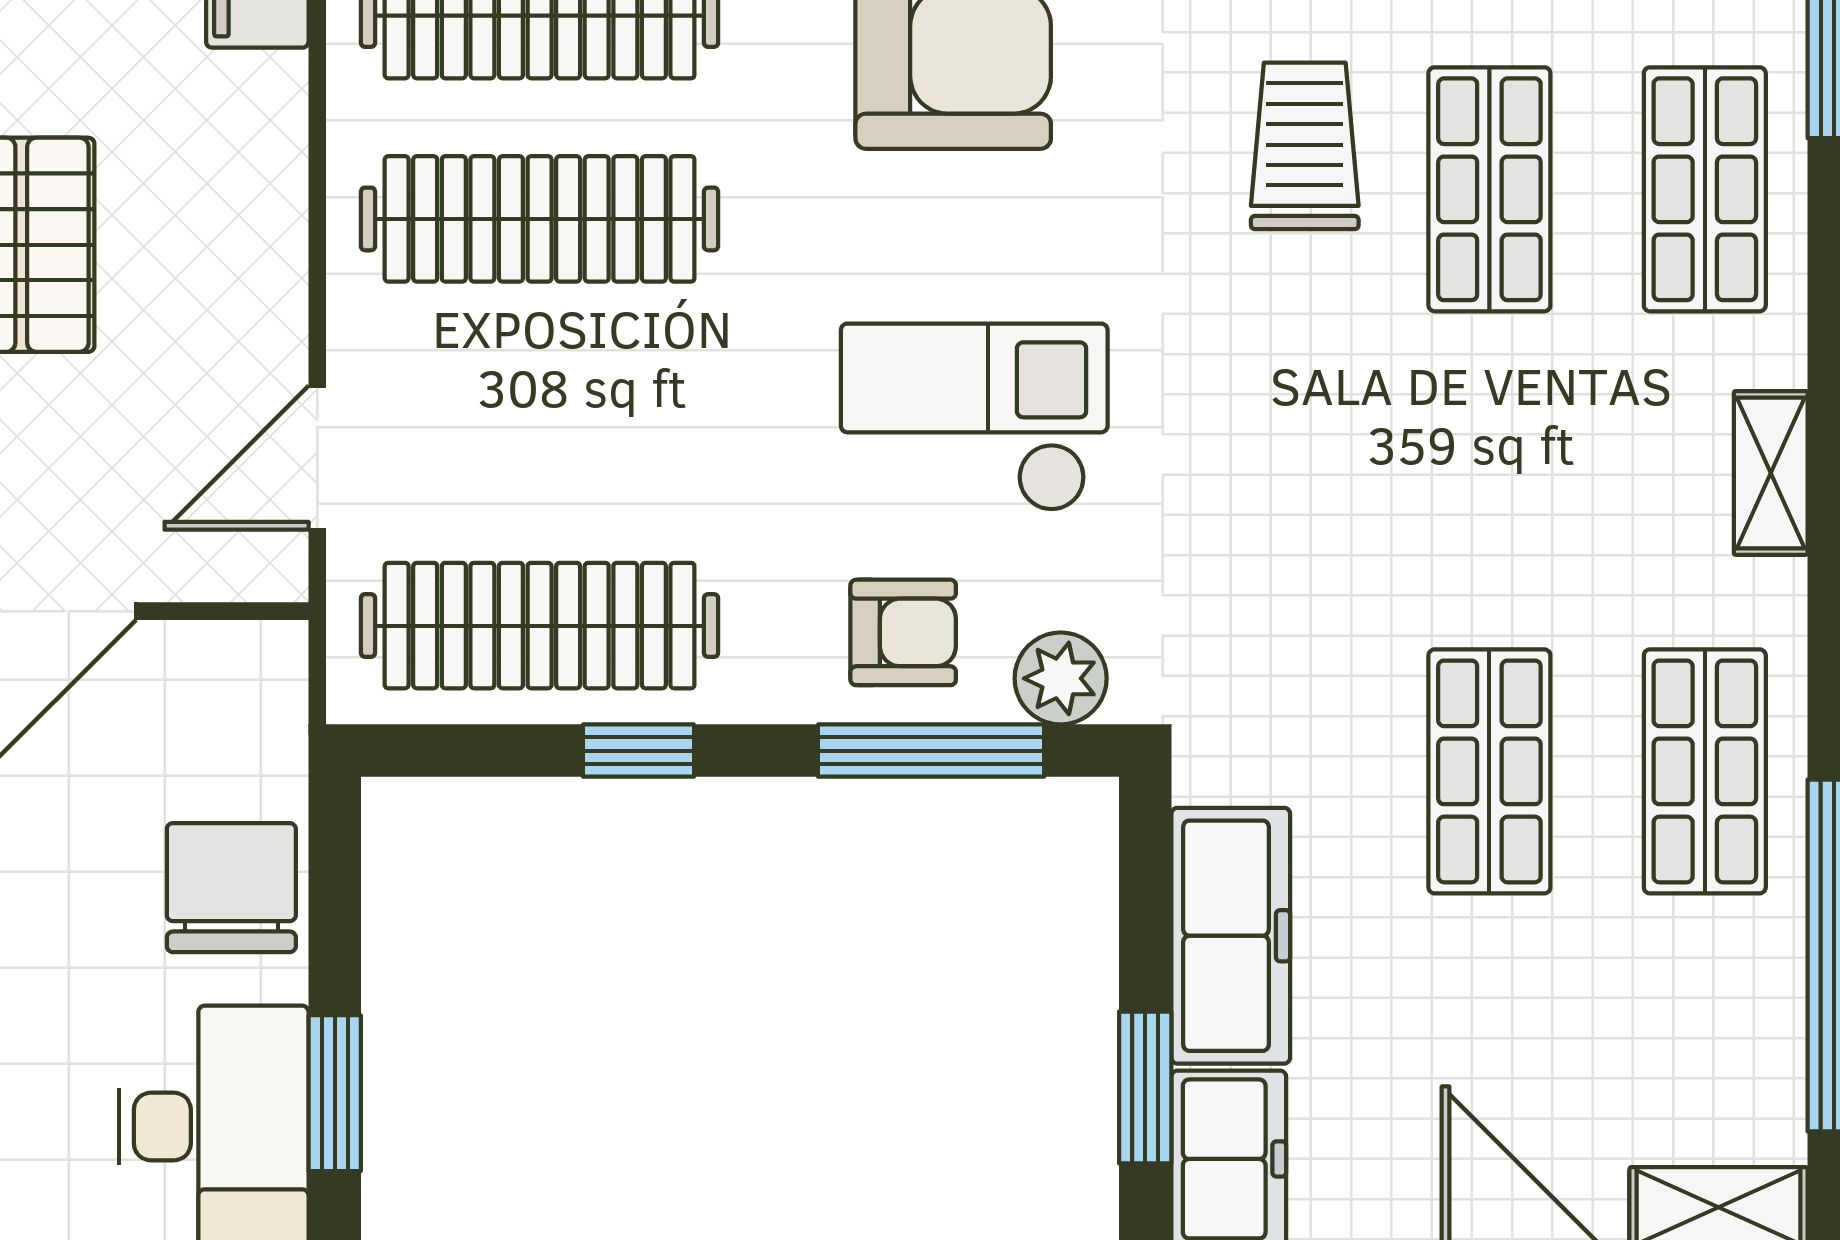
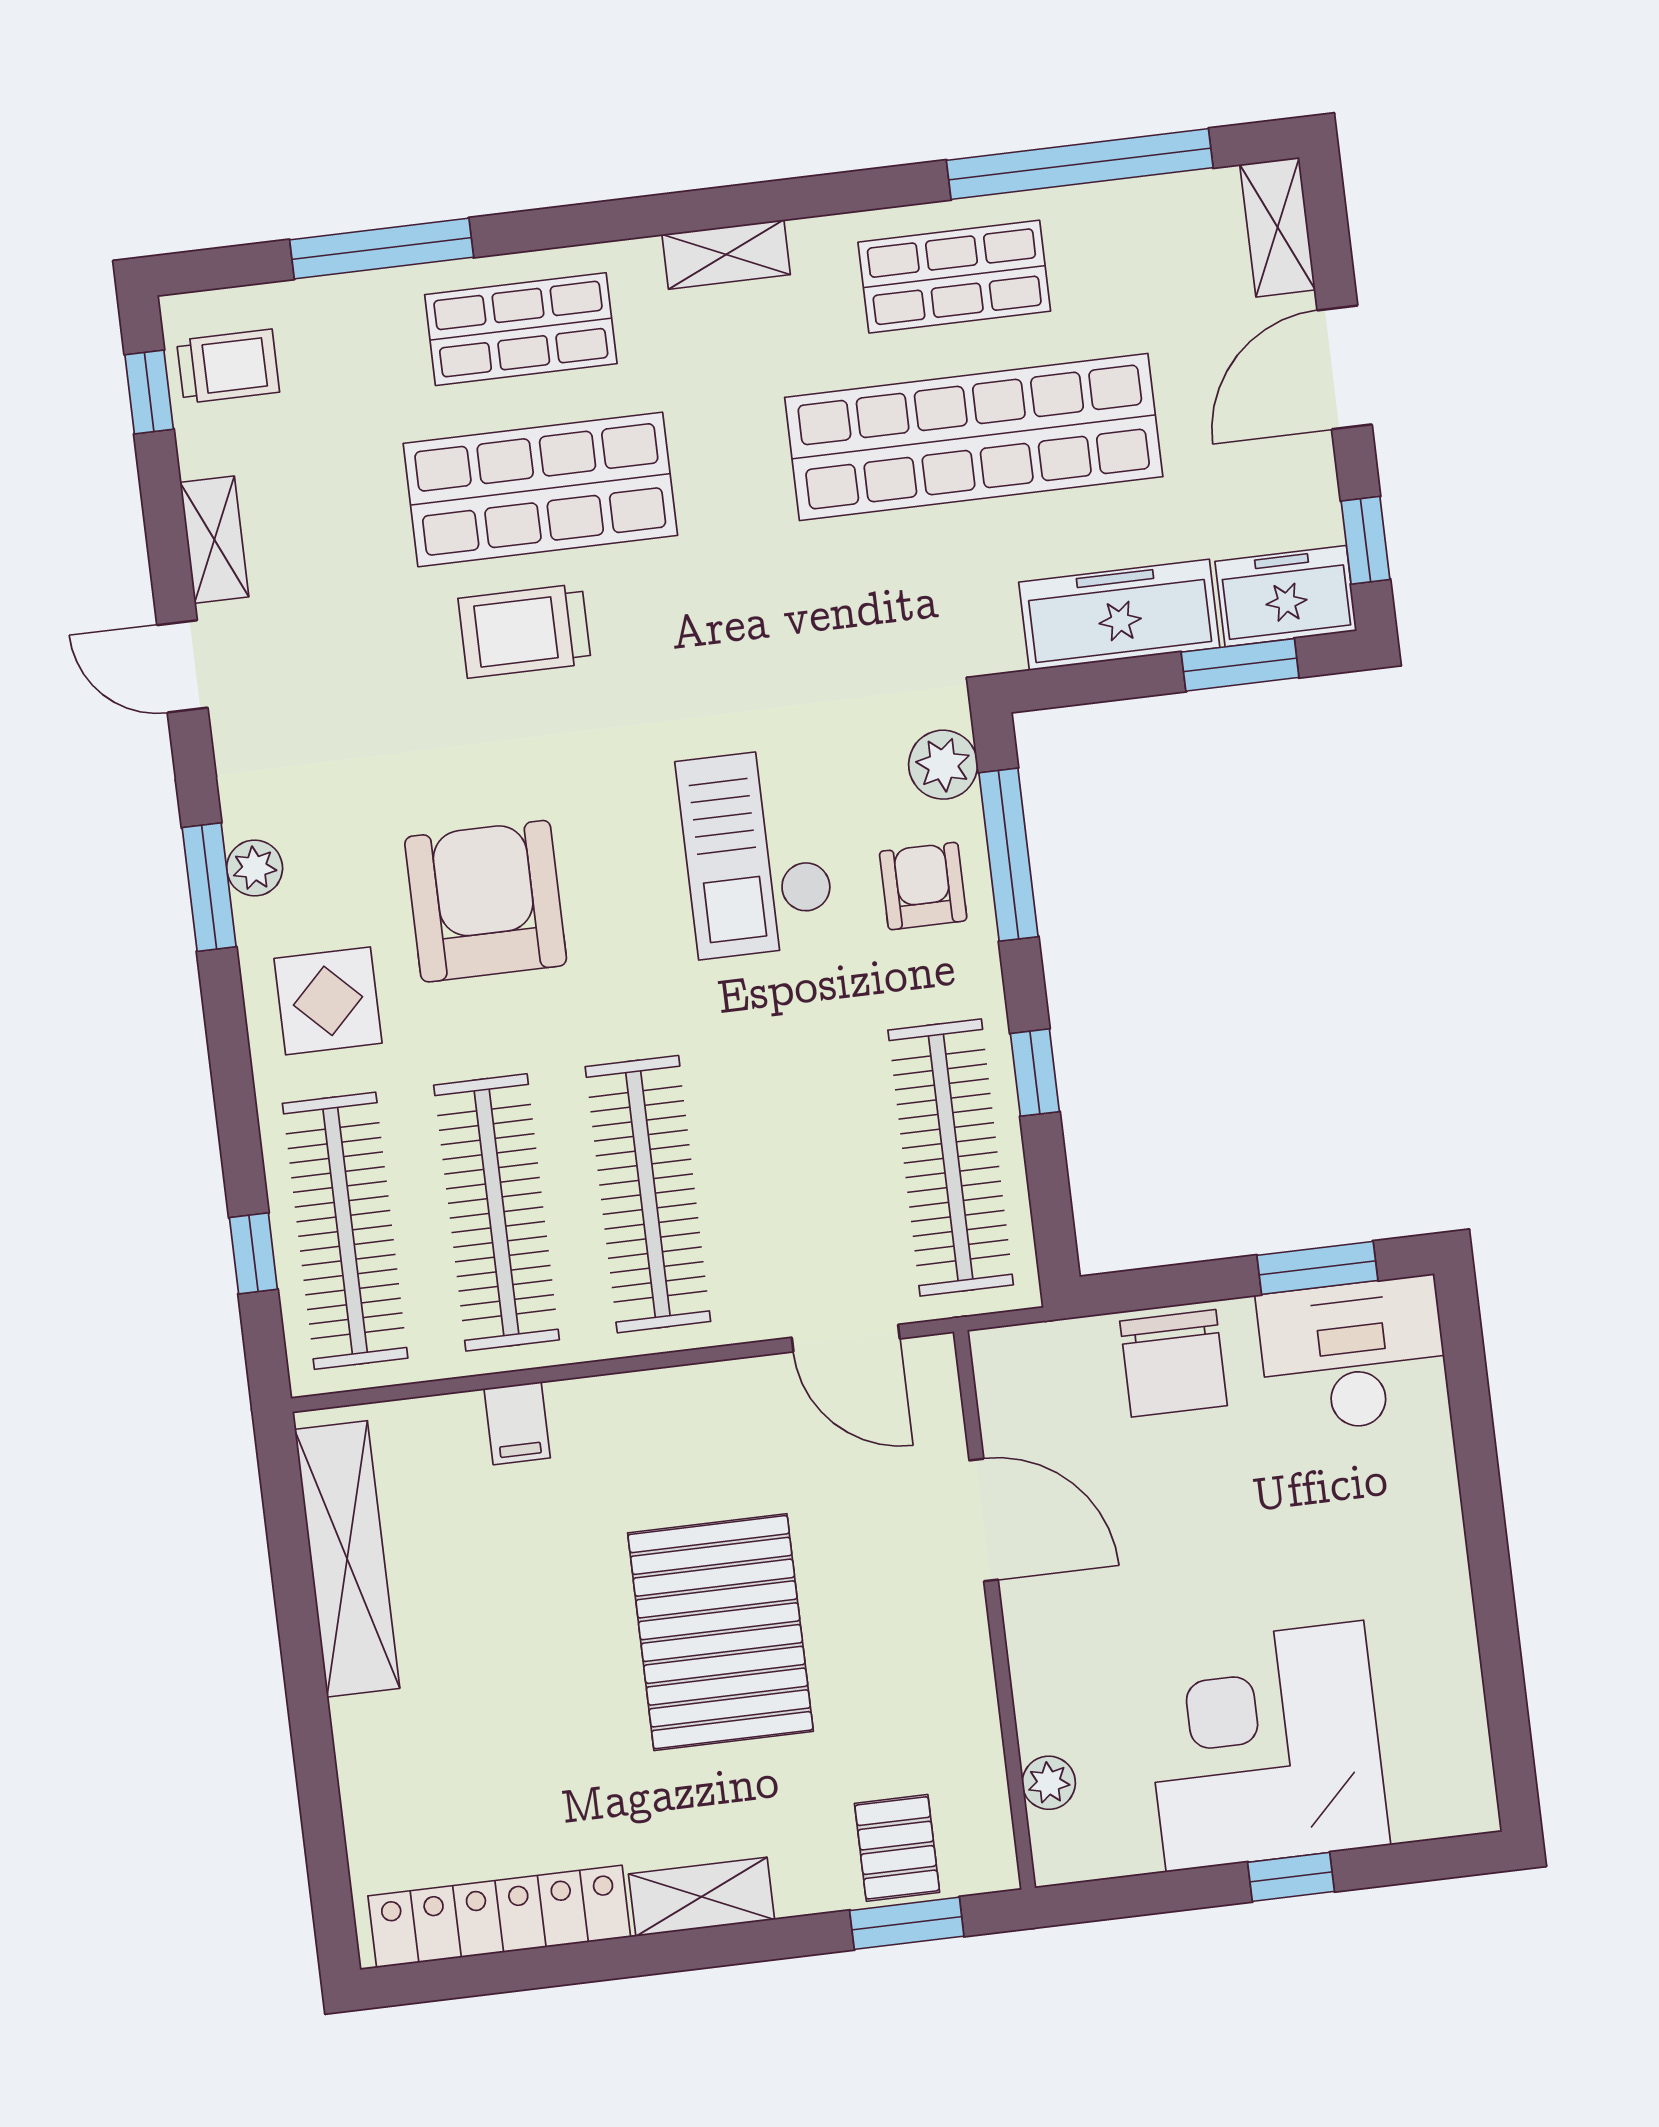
shop shelf: (1489, 189) -> (540, 489), width x1.43, depth x1.36
shop shelf: (1489, 771) -> (974, 437), width x2.00, depth x1.36
chair: (231, 888) -> (1174, 1363), turned -90

